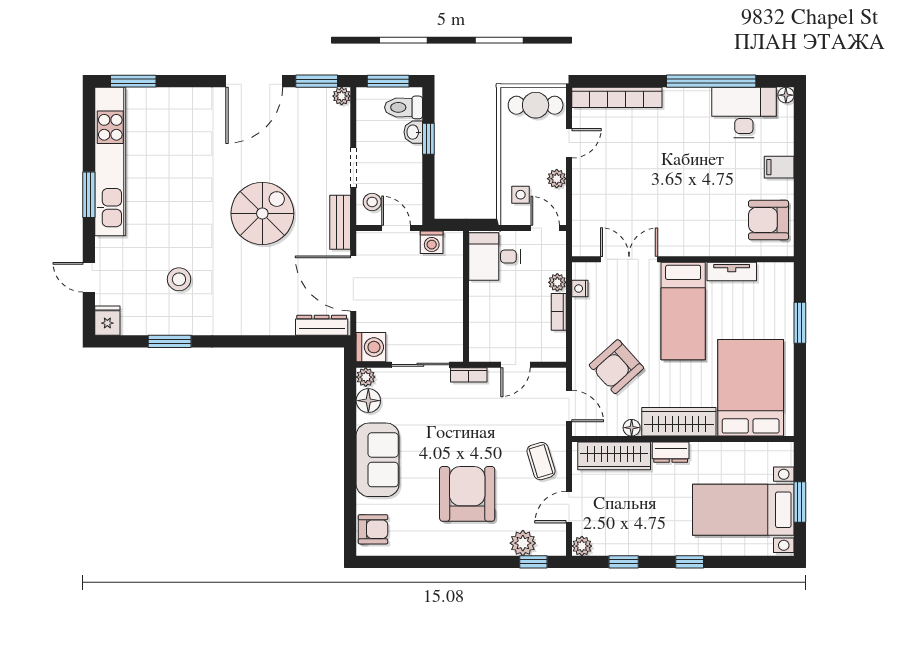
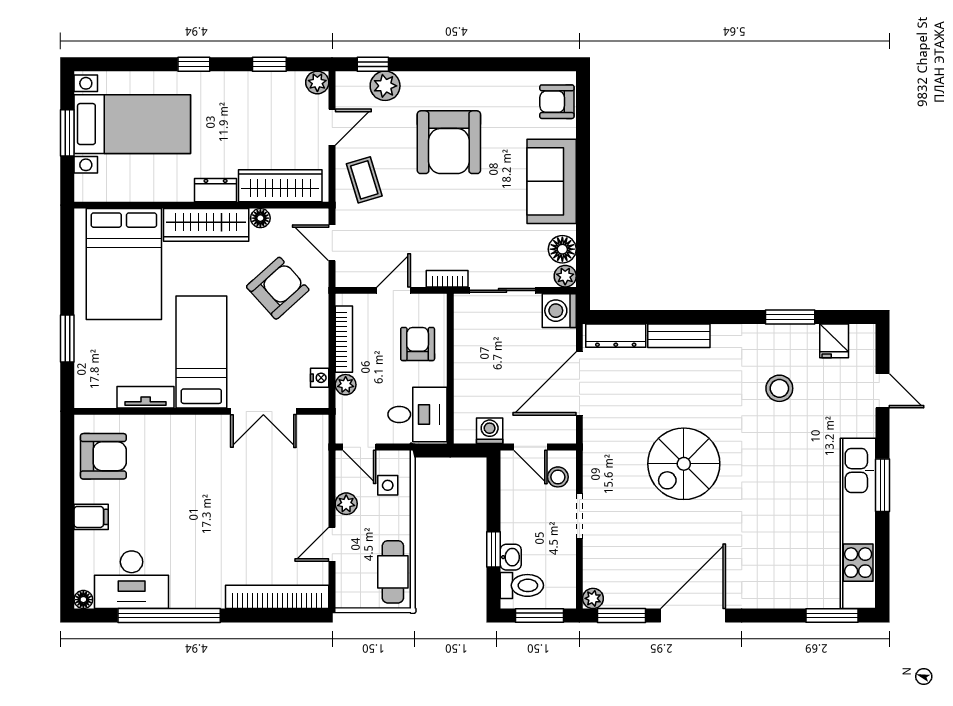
cafe table: (536, 105) -> (393, 572), moved, turned 90
bench: (340, 222) -> (679, 336), moved, turned 90
door: (353, 283) -> (579, 384), swing flipped
bookcase: (559, 312) -> (344, 339), width x1.56
armchair: (494, 318) -> (418, 344), added
fridge: (107, 321) -> (834, 341), moved

